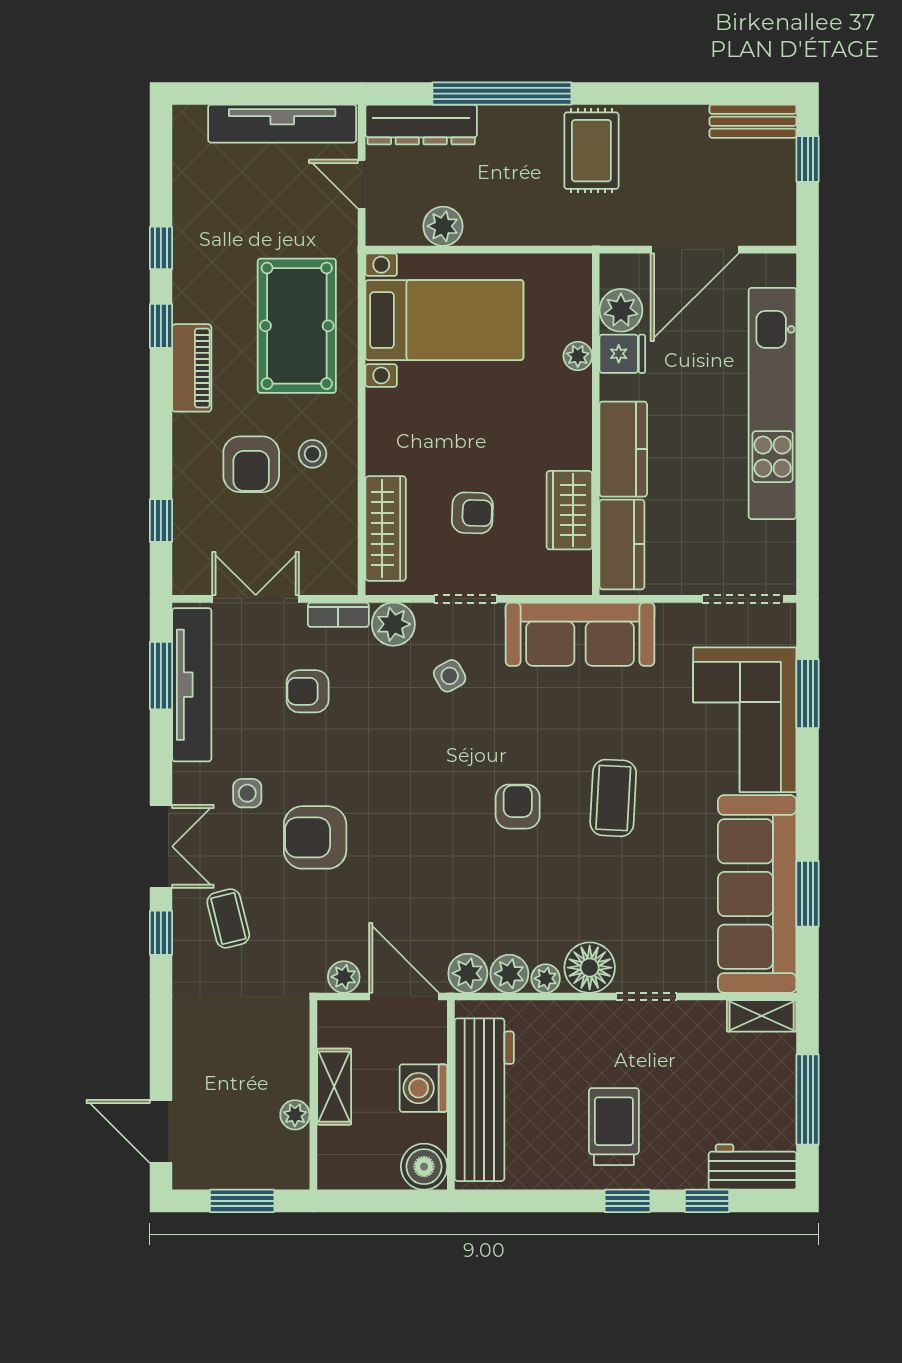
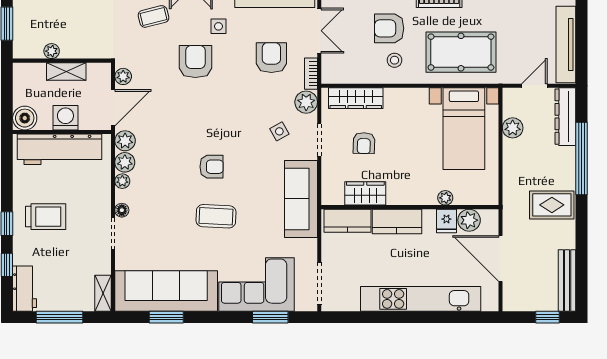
bench: (753, 121) -> (567, 280), width x1.36
armchair: (308, 691) -> (271, 58), width x1.38, depth x1.38
floor lamp: (590, 968) -> (122, 210), width x0.53, depth x0.53

